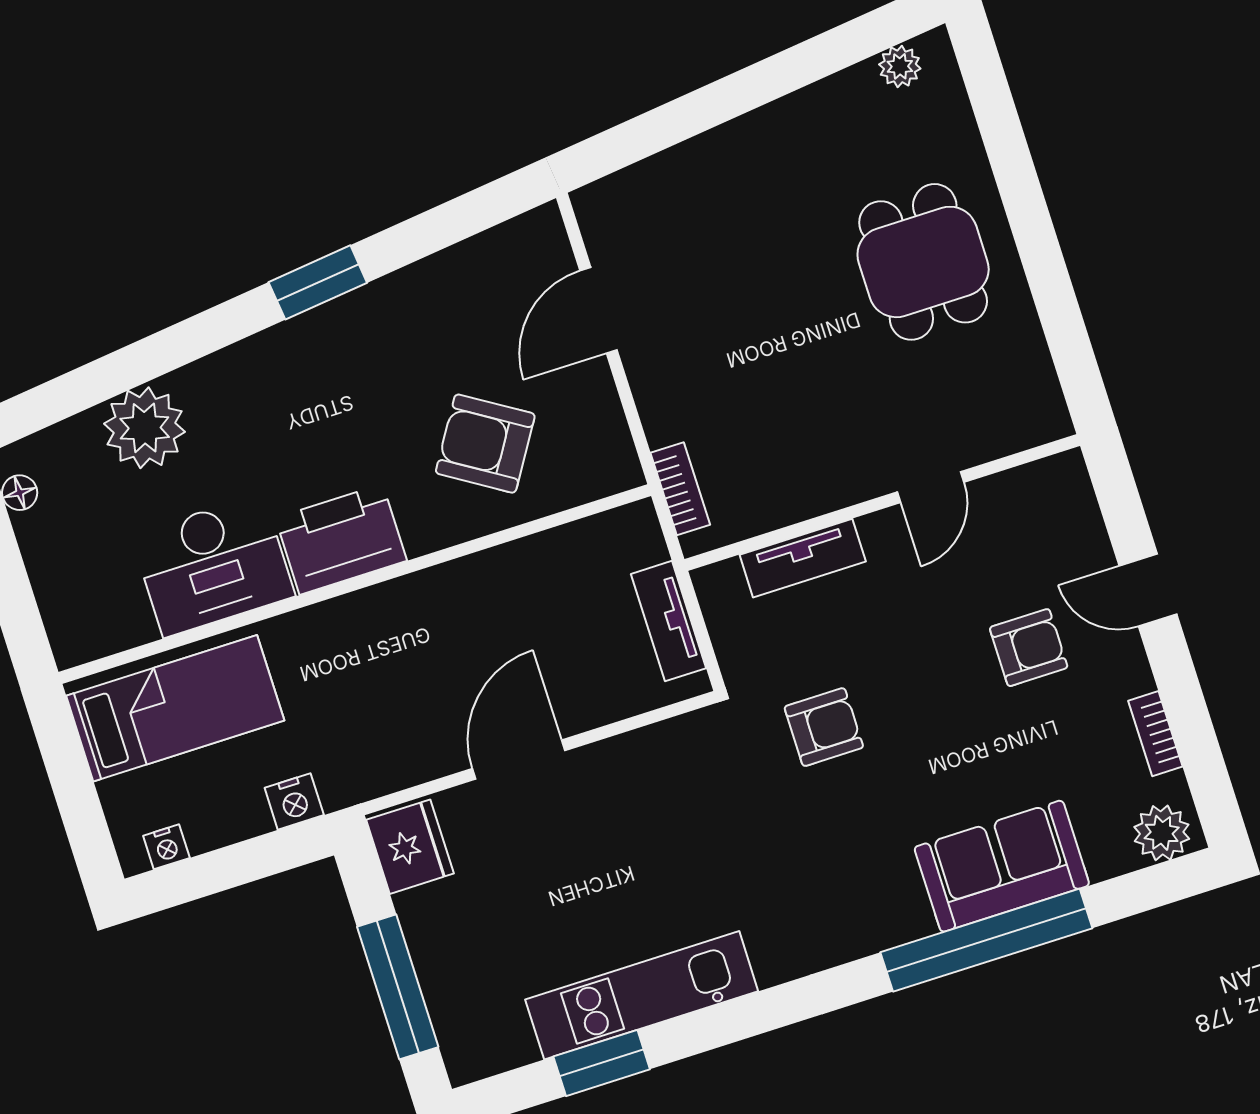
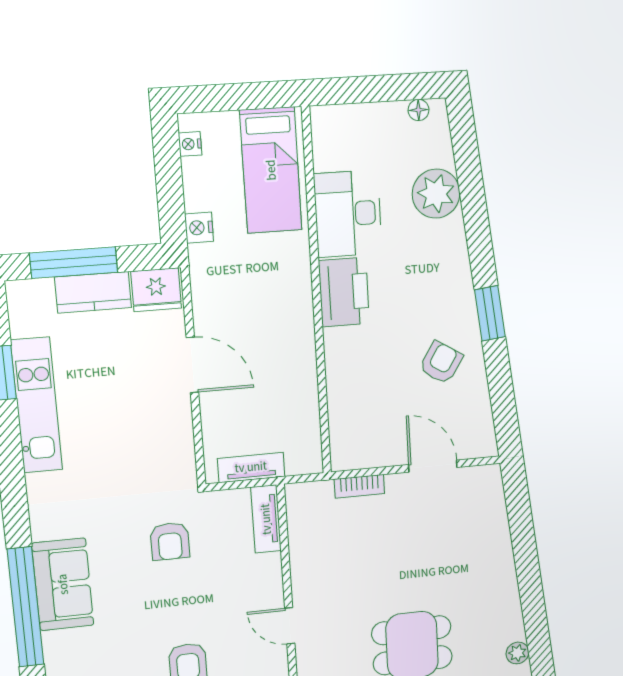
armchair: (485, 444) -> (441, 363), moved, width x0.72, depth x0.72
bookcase: (680, 489) -> (359, 486), moved
tv unit: (803, 558) -> (266, 519), moved
sofa: (1002, 866) -> (63, 584), moved
kitchen counter: (438, 946) -> (93, 292), added

